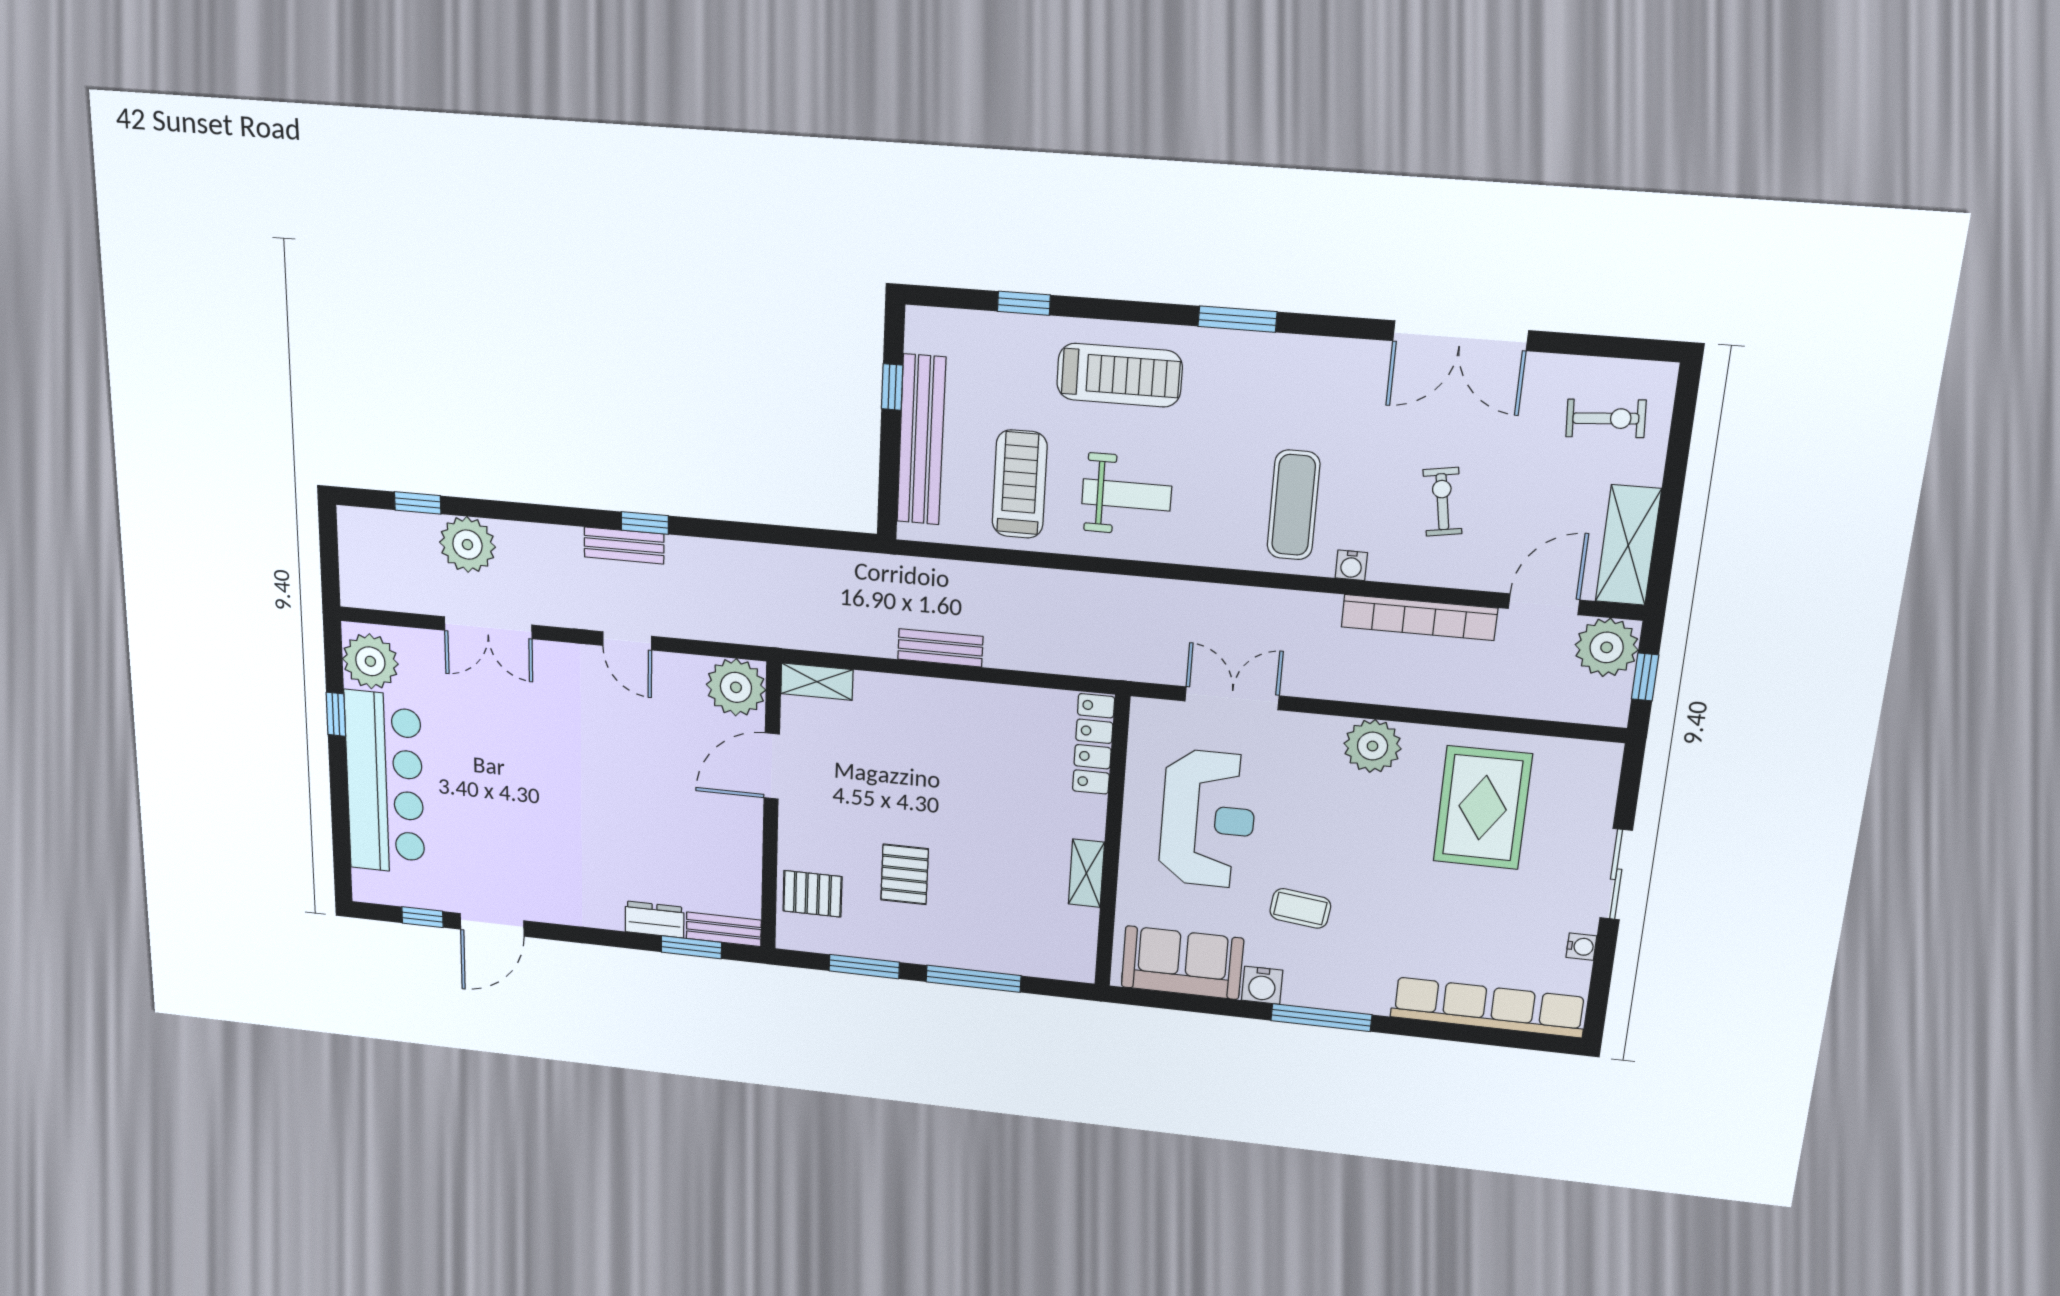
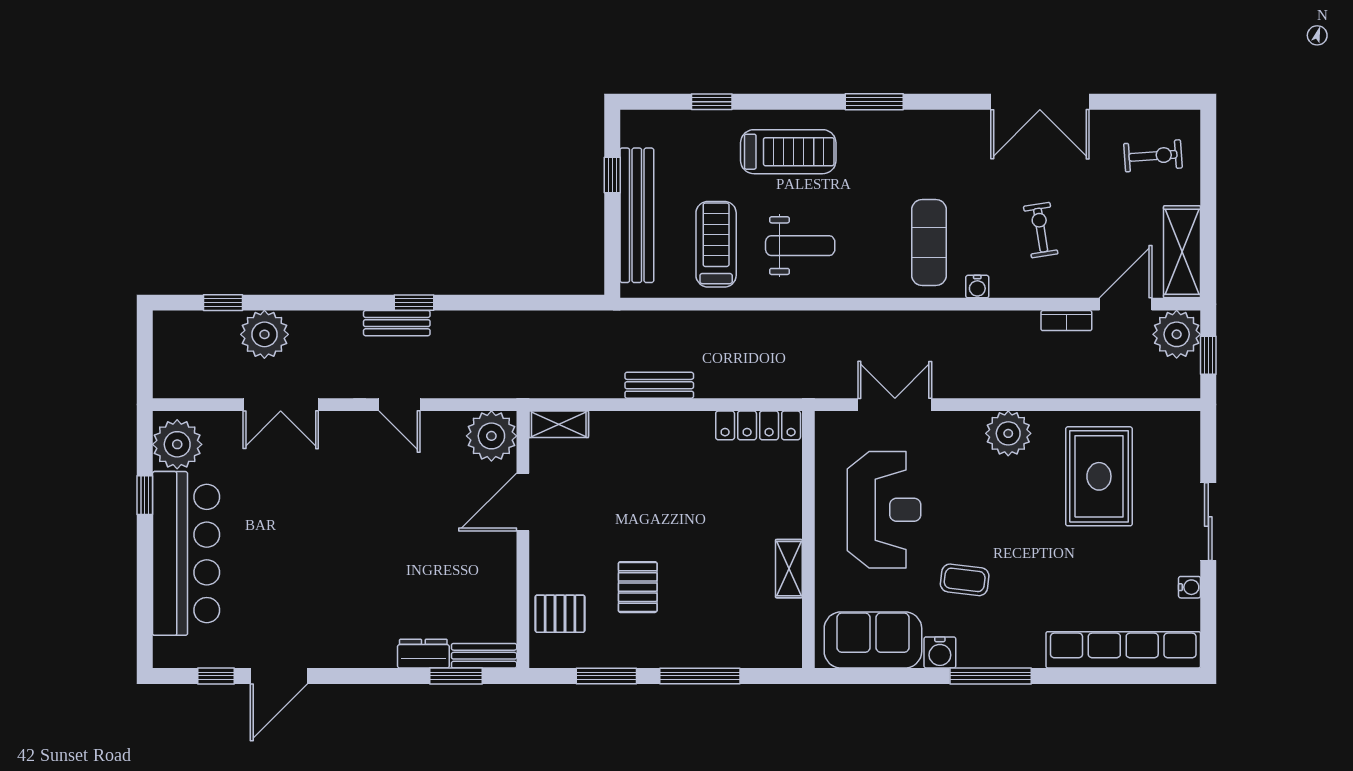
bookcase: (1419, 617) -> (1066, 321), width x0.43, depth x0.76
locker: (1093, 744) -> (758, 425), moved, turned -90

